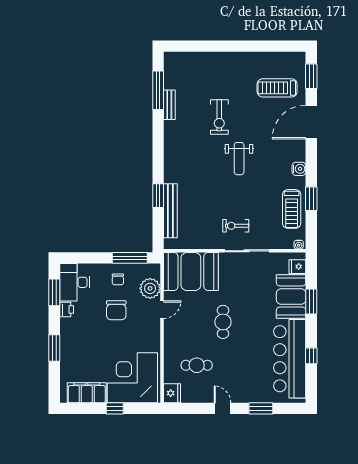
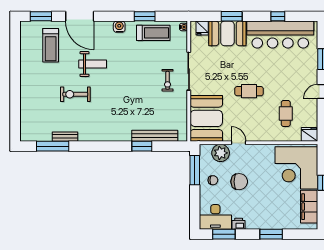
exercise bike: (219, 117) -> (75, 94), turned 180
weight bench: (239, 159) -> (93, 64), moved

